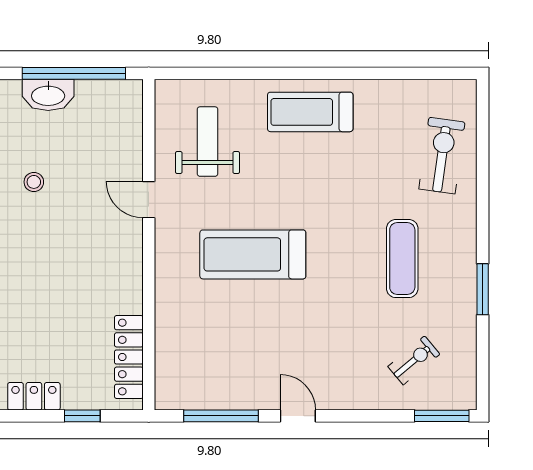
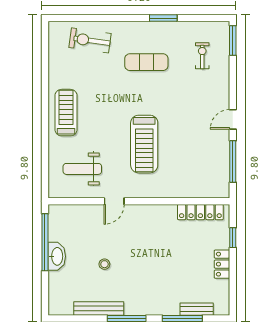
treadmill: (310, 112) -> (66, 113), turned 180
exercise bike: (414, 360) -> (202, 56), turned 40

